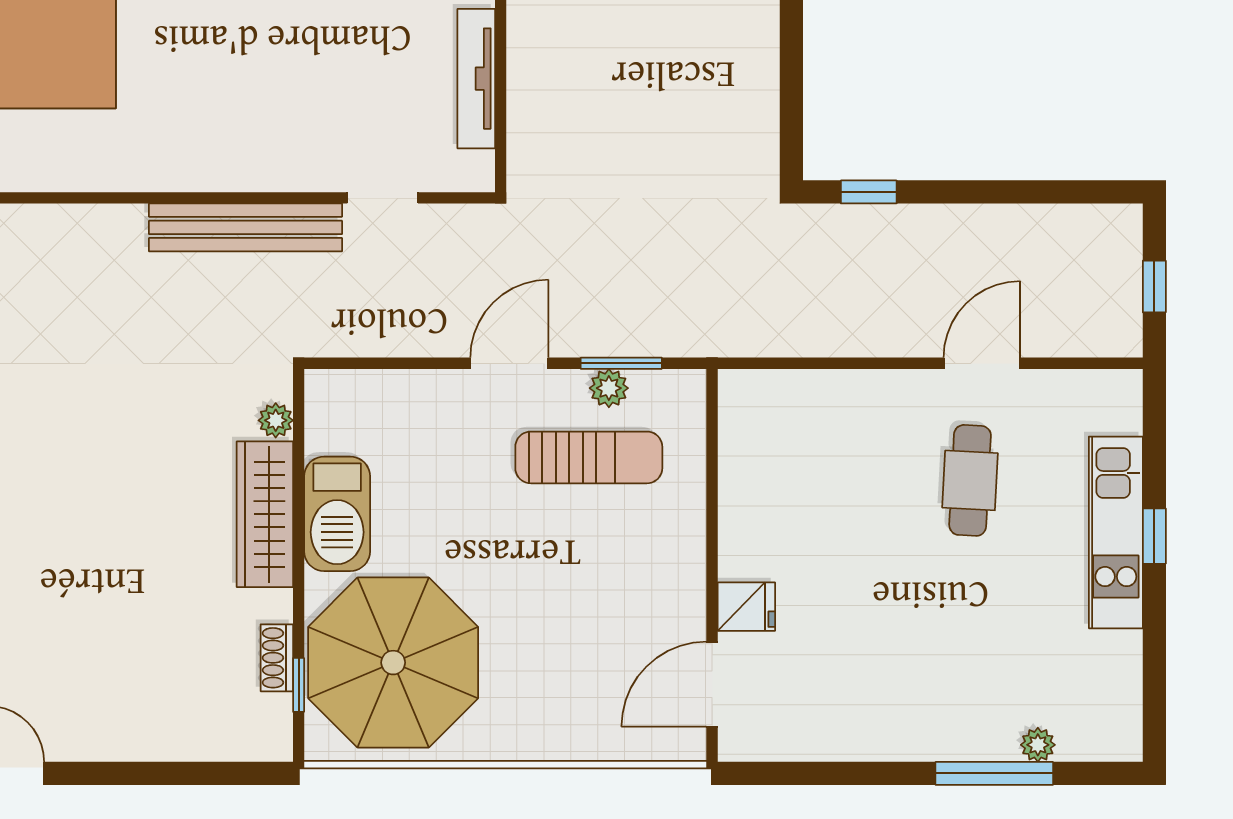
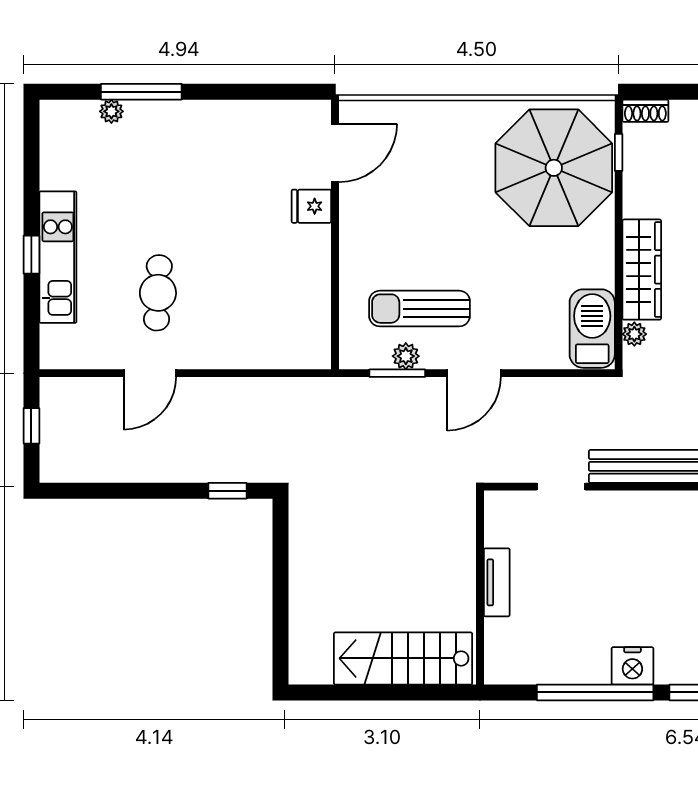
tv unit: (476, 79) -> (497, 582), width x0.71
barbecue: (337, 514) -> (592, 329), moved
shoe rack: (277, 658) -> (645, 111), moved, turned 90

